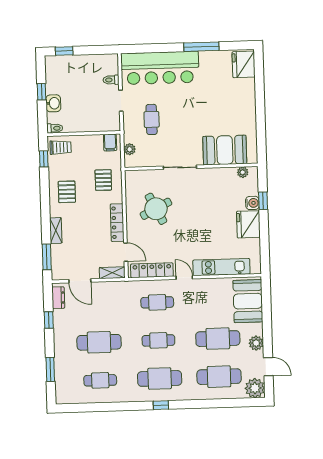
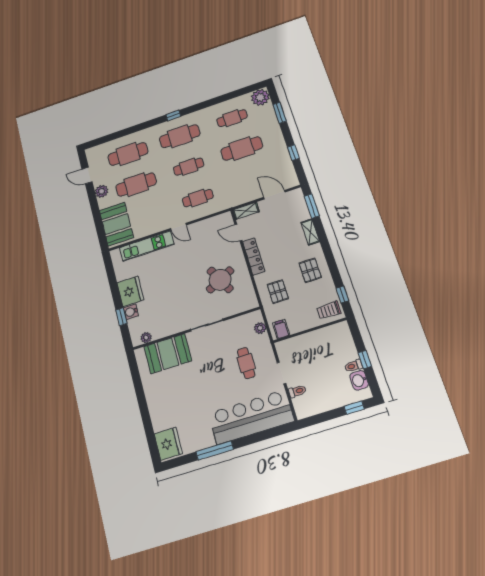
washbasin: (53, 103) -> (359, 380), moved
toilet: (55, 128) -> (354, 366), moved
locker: (152, 270) -> (210, 224), removed
dresser: (58, 298) -> (290, 174), removed
plant: (255, 388) -> (260, 97), moved

